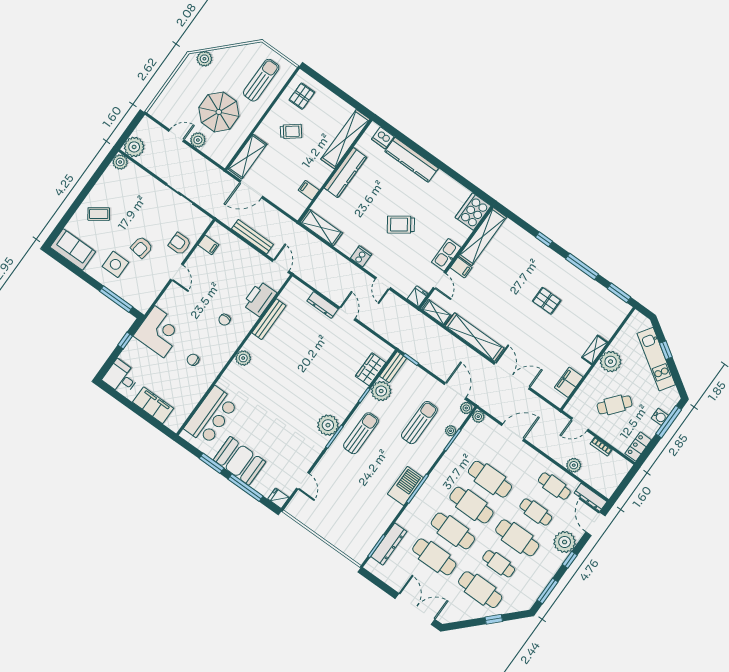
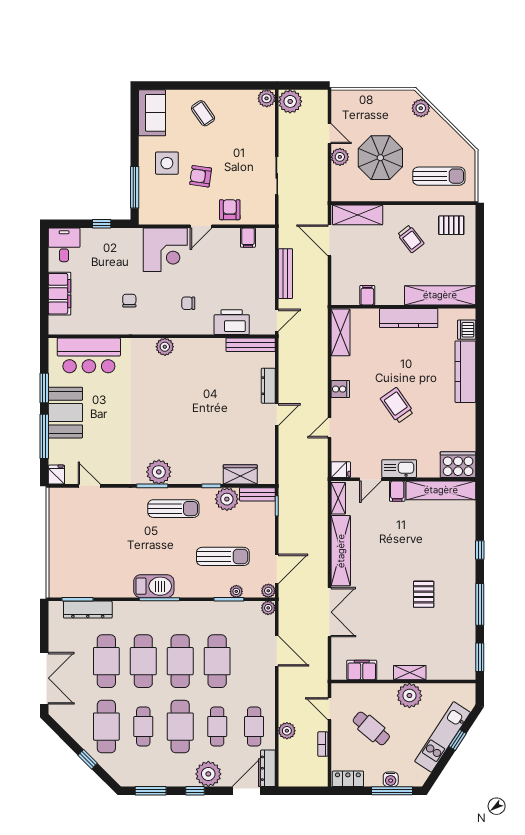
bench: (269, 319) -> (251, 345), moved
corner desk: (159, 332) -> (165, 250), moved
door: (303, 481) -> (89, 486), swing flipped

